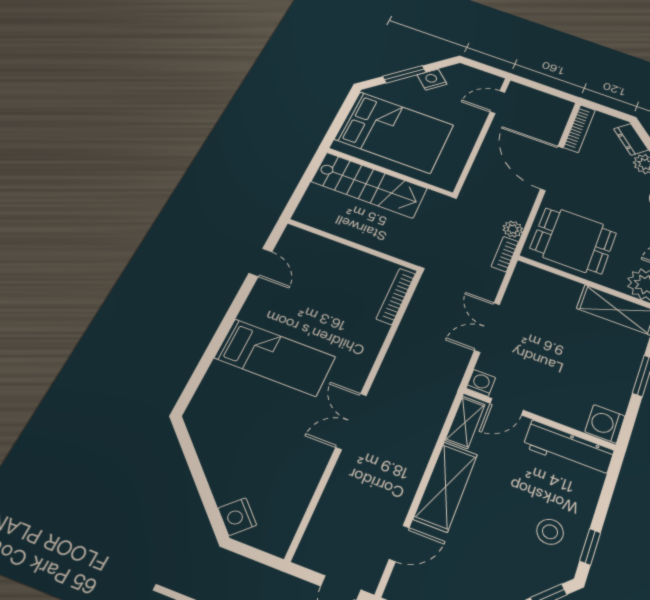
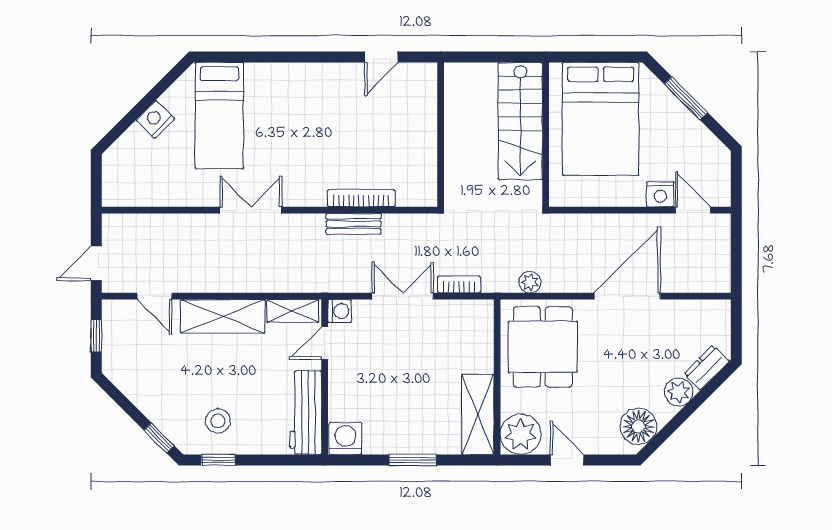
nightstand: (432, 80) -> (660, 194), moved, turned 135
bookcase: (579, 129) -> (696, 308), removed
bookcase: (505, 254) -> (459, 284), moved
bookcase: (396, 296) -> (361, 198), moved
bench: (403, 341) -> (354, 224), added
bed: (275, 357) -> (219, 116), moved
door: (507, 407) -> (325, 343), hinge flipped
nightstand: (237, 517) -> (155, 119), moved

